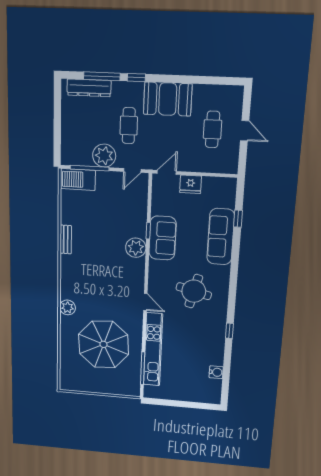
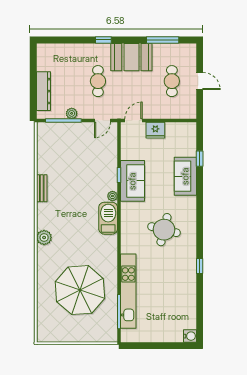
window: (102, 76) -> (163, 40), moved
dresser: (89, 88) -> (43, 91), moved, turned -90
plant: (104, 156) -> (72, 113), width x0.53, depth x0.53
barbecue: (78, 180) -> (108, 218), moved, turned 90
sofa: (221, 237) -> (185, 176), width x0.73
plant: (136, 248) -> (112, 196), width x0.53, depth x0.53
door: (145, 302) -> (119, 244), removed
plant: (68, 307) -> (44, 237), moved
water cooler: (216, 372) -> (190, 336), moved

